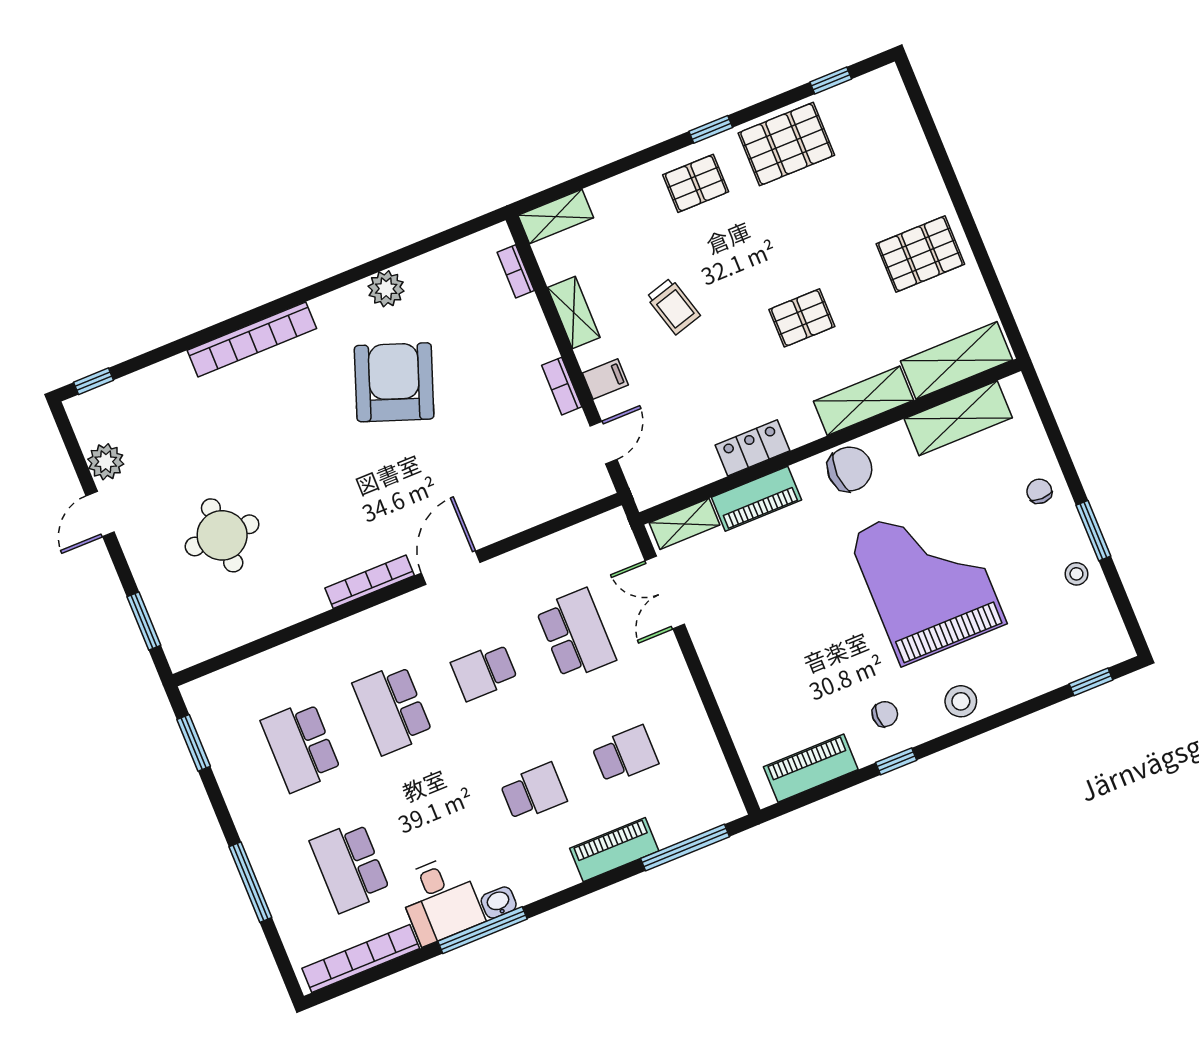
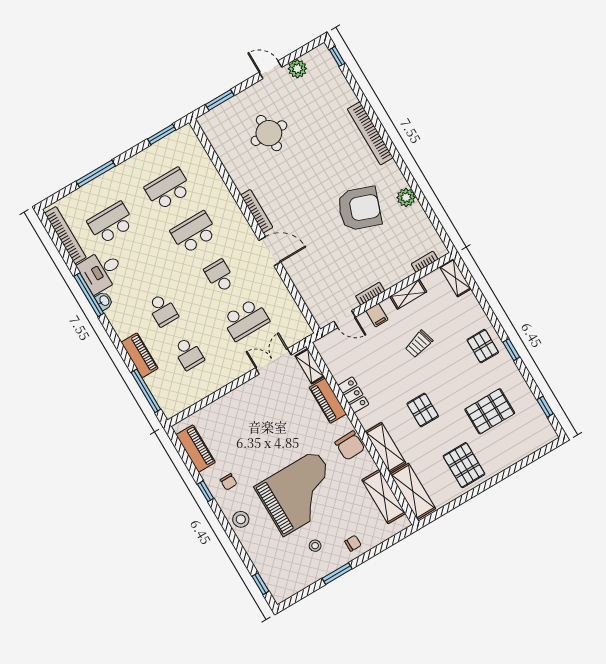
pallet: (786, 144) -> (490, 411), moved, turned 90
stool: (1076, 574) -> (315, 546), moved

